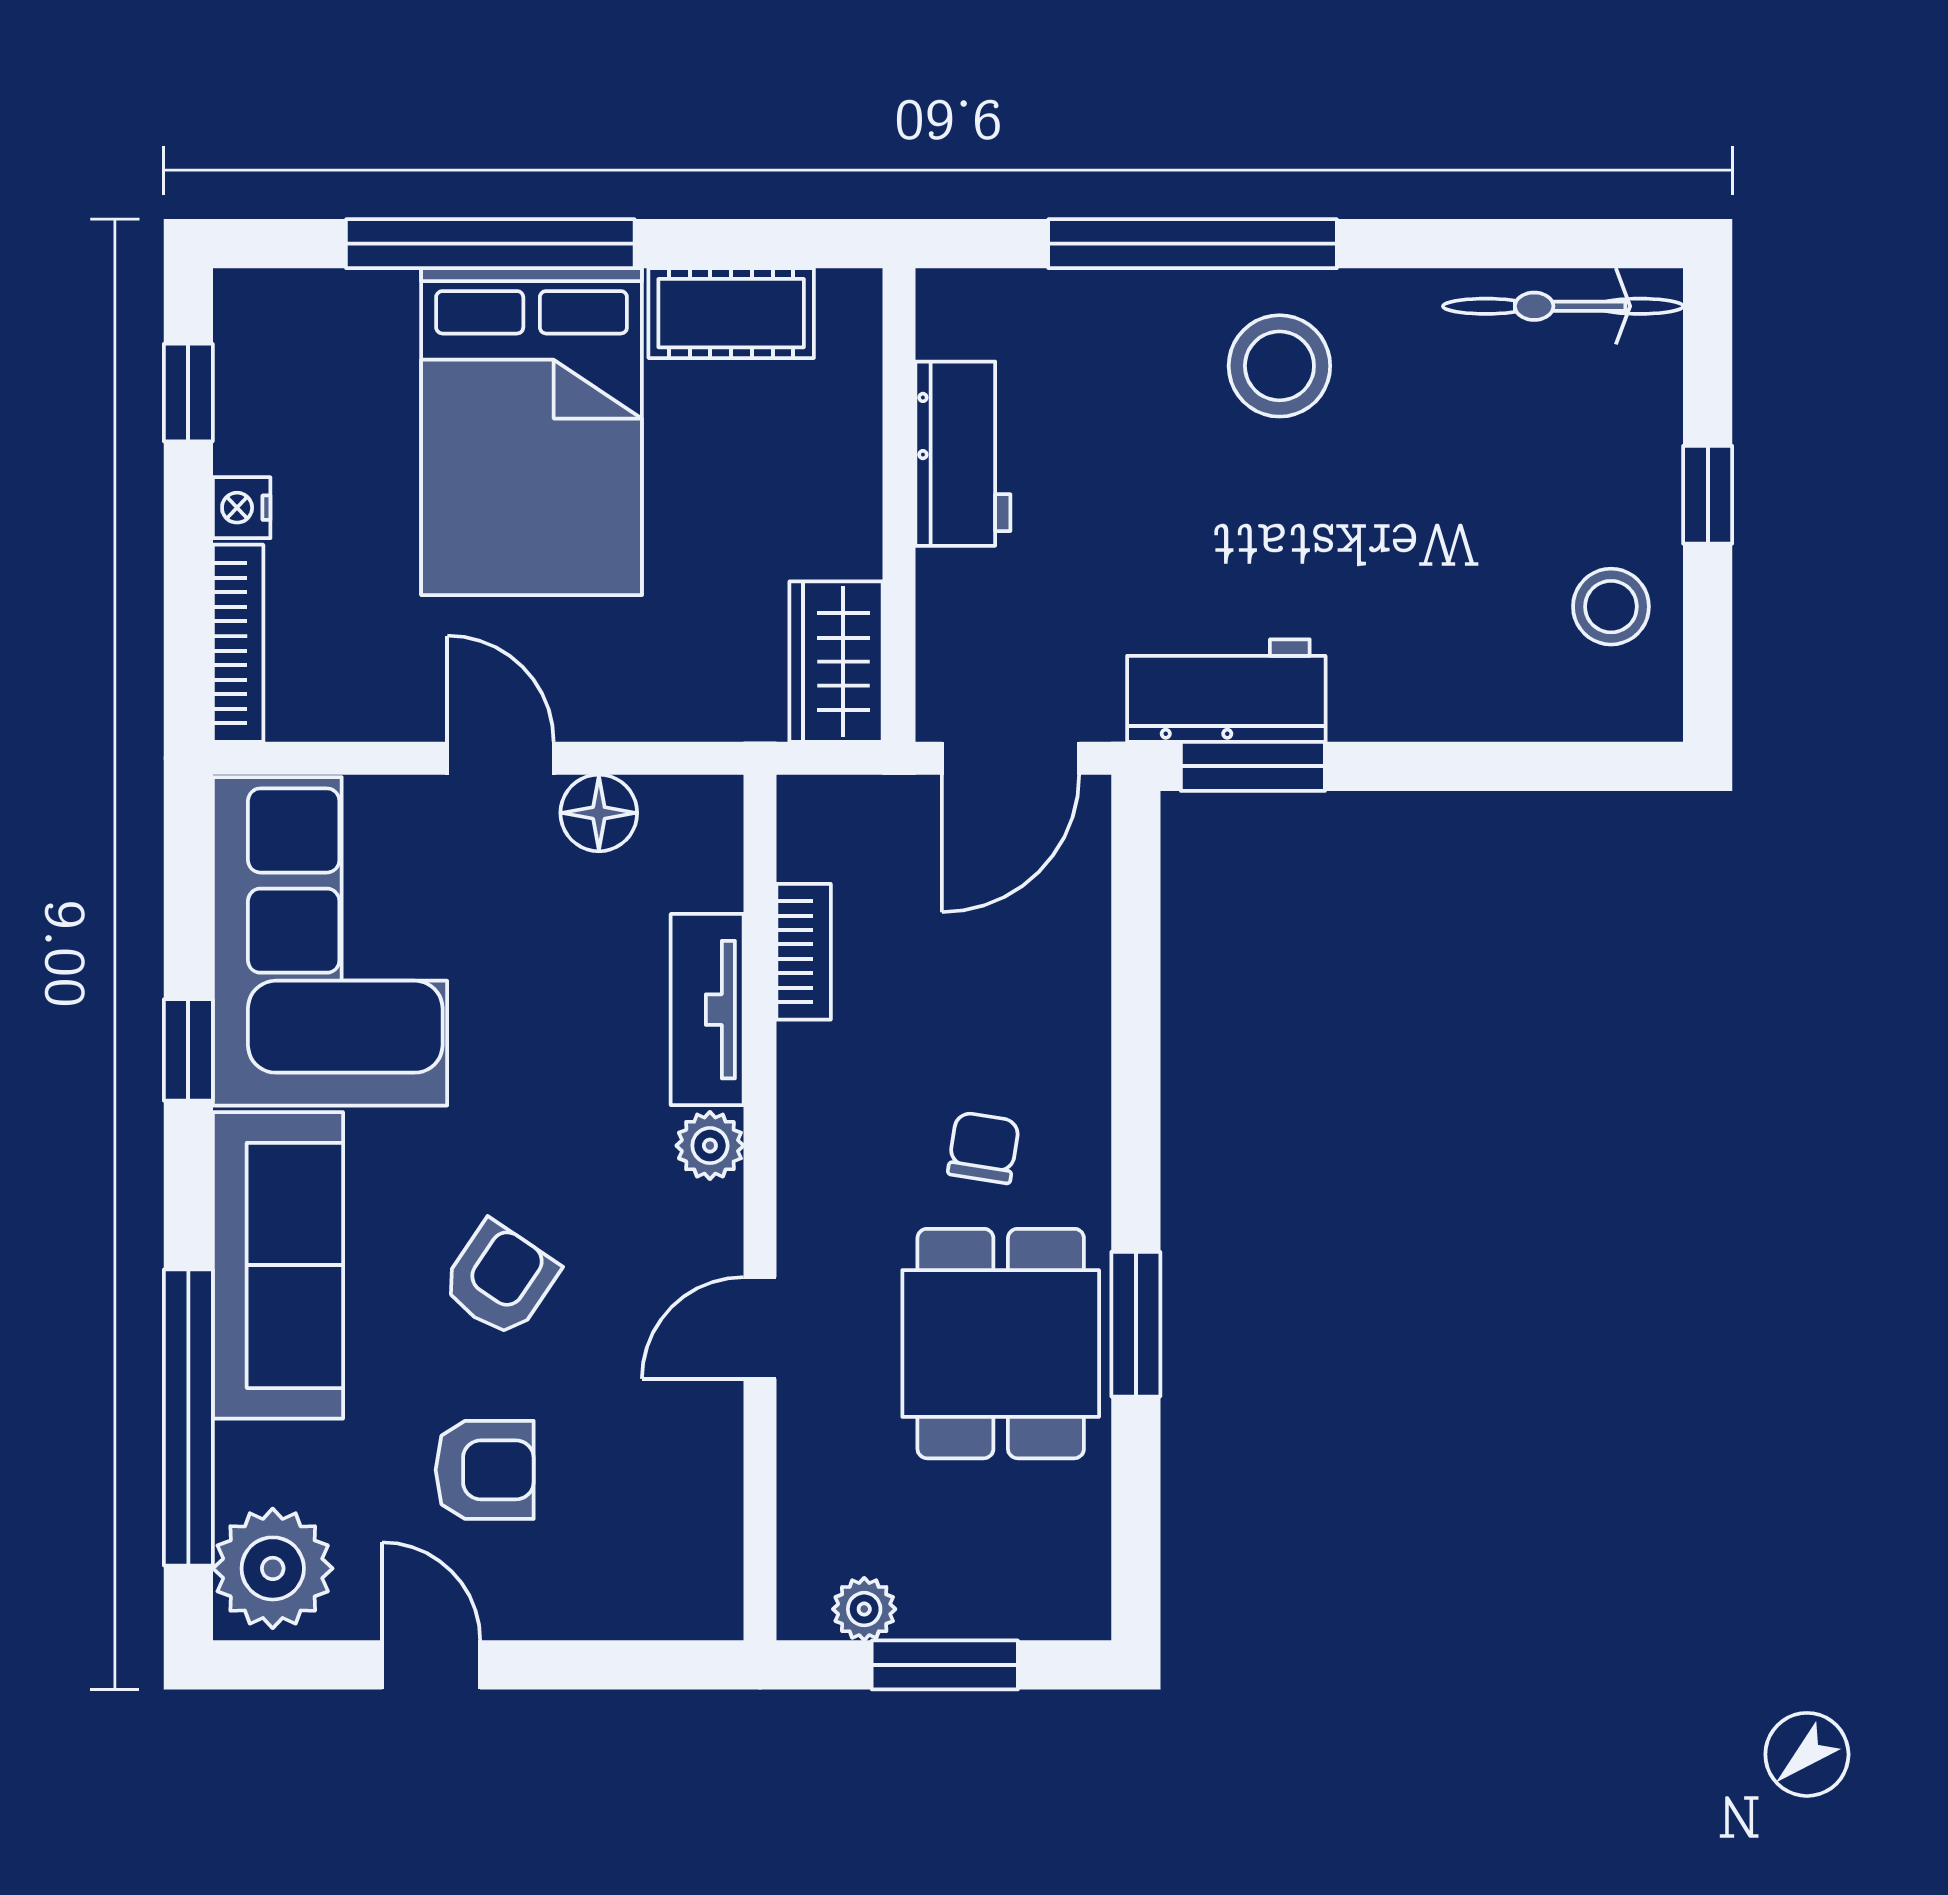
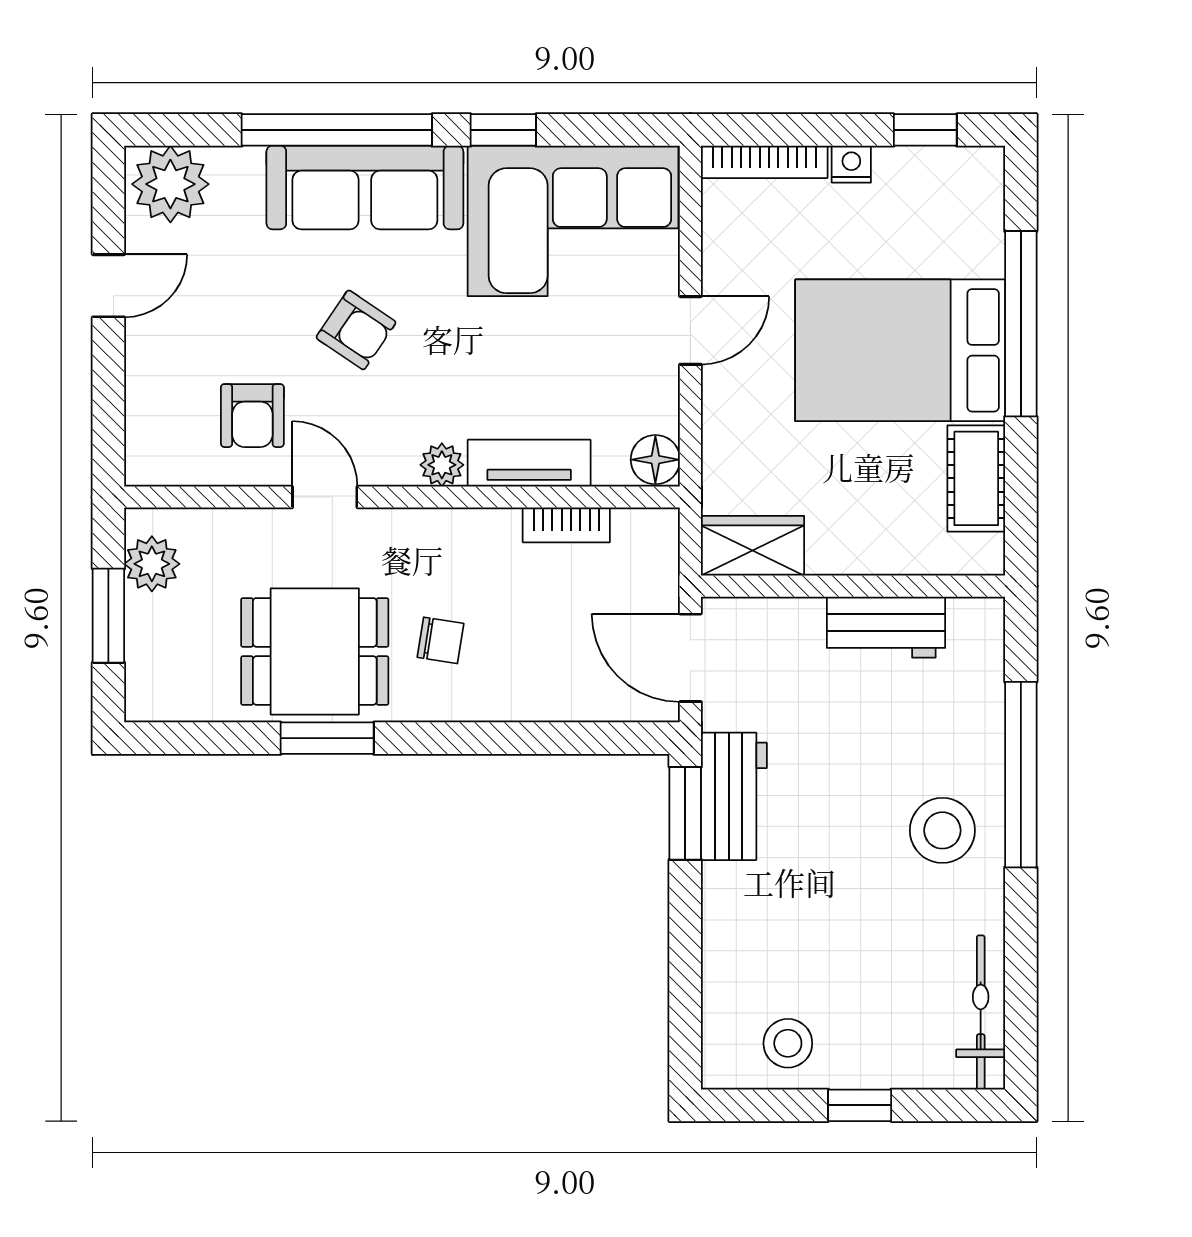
floor lamp: (599, 813) -> (655, 460), moved
window: (188, 1417) -> (337, 130), moved
armchair: (485, 1470) -> (252, 416), moved
plant: (864, 1609) -> (152, 564), width x1.38, depth x1.38

